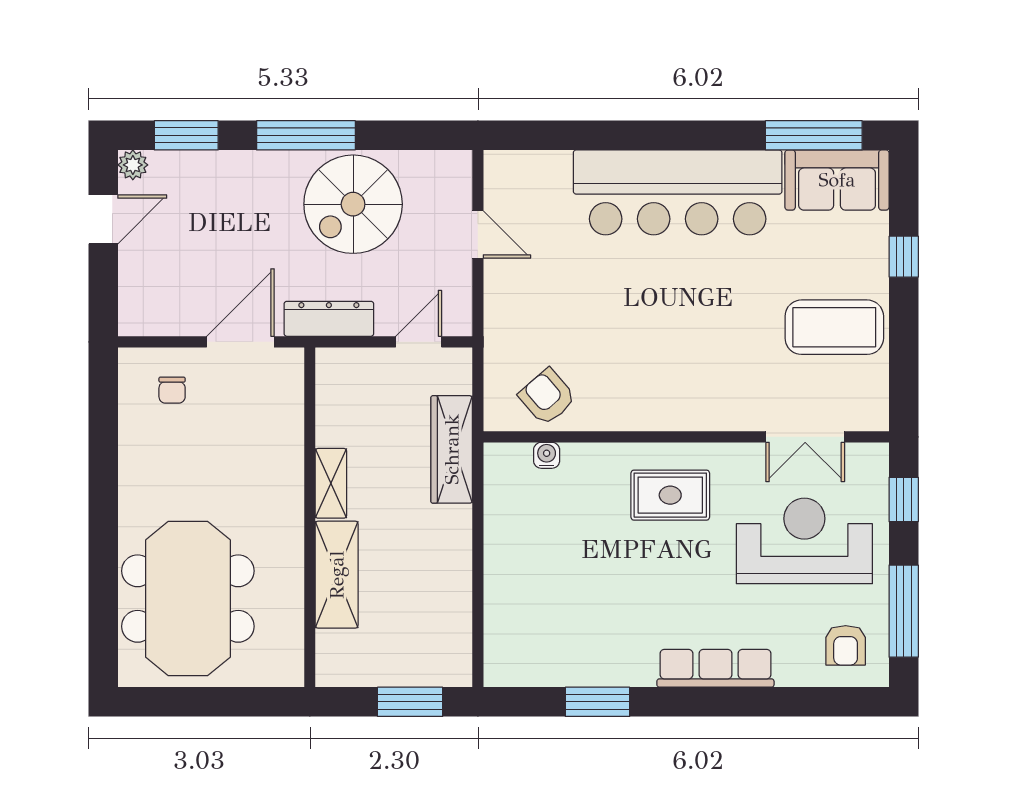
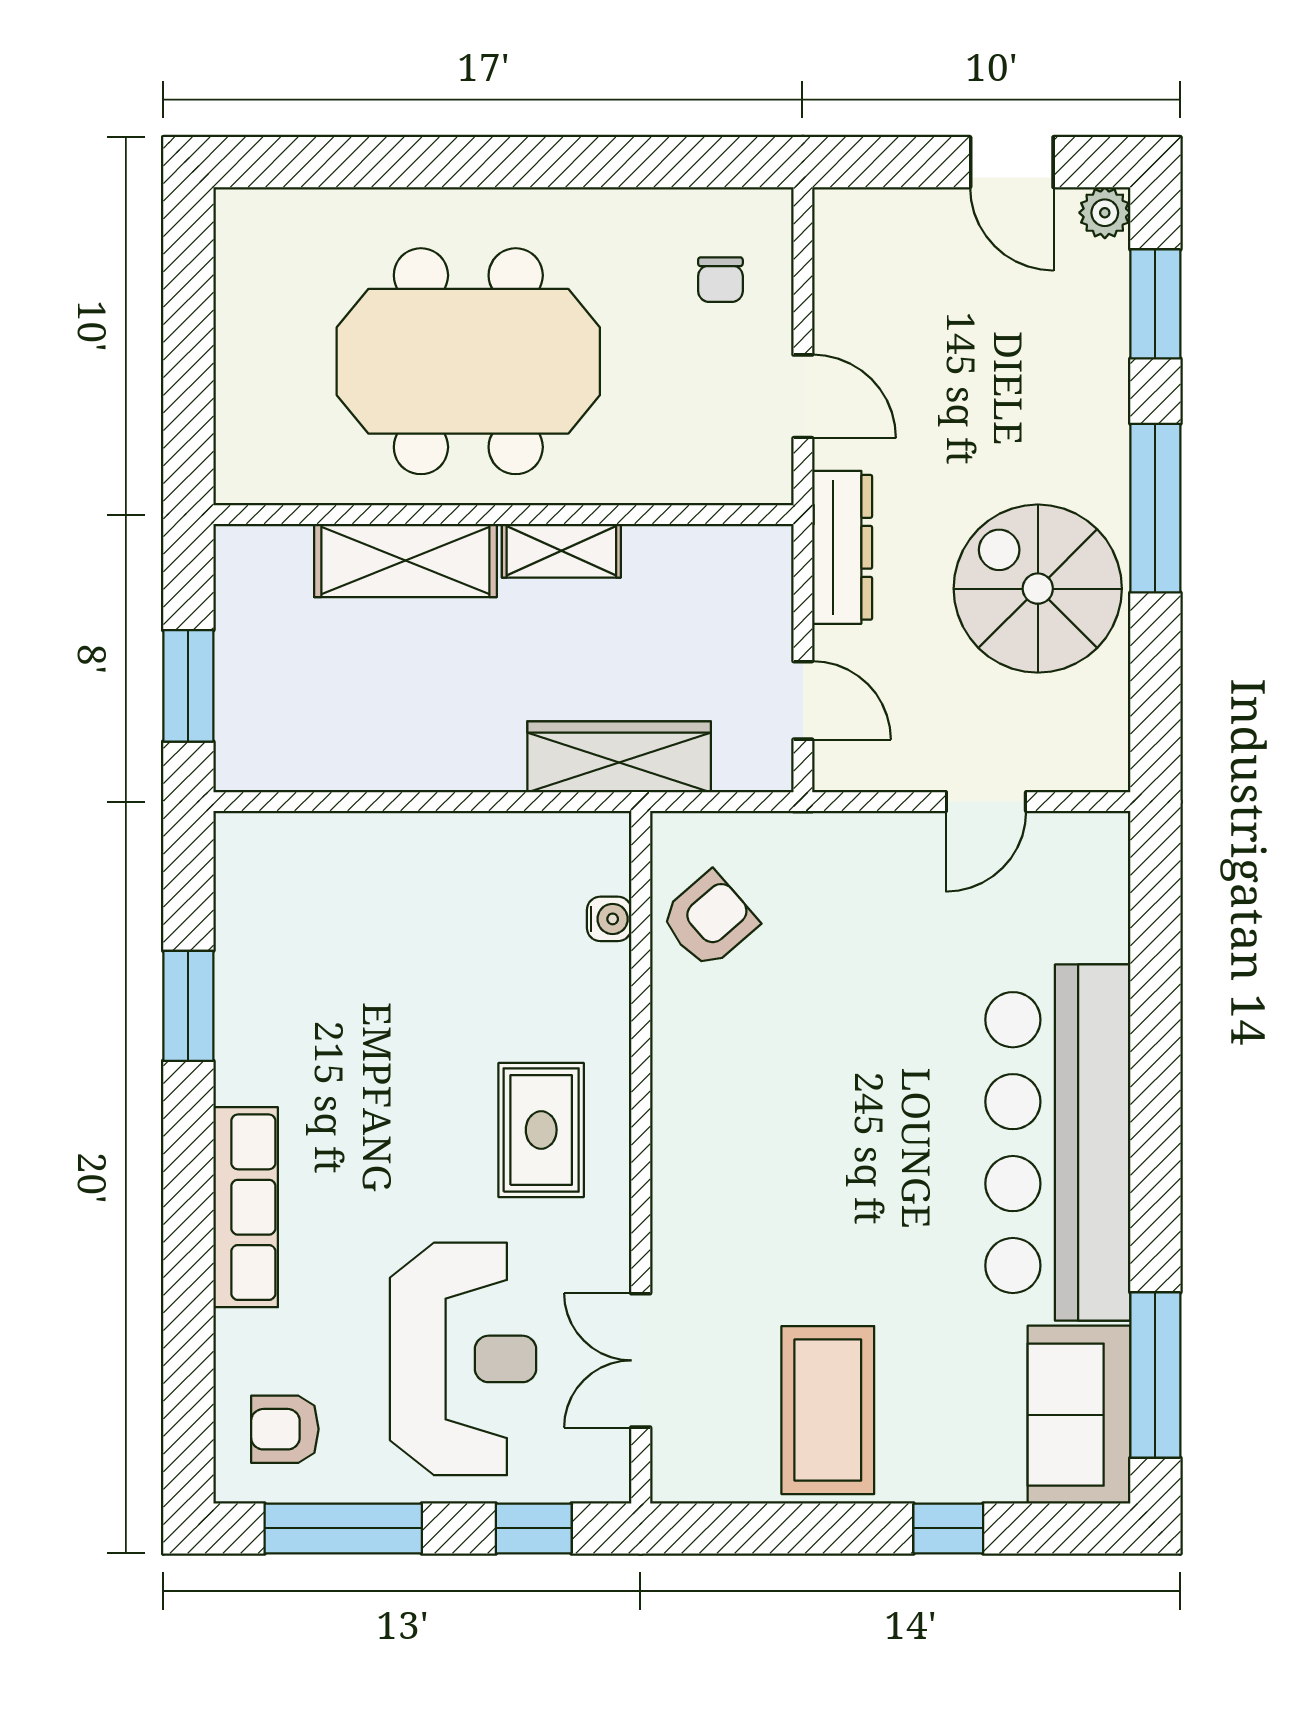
door: (240, 342) -> (803, 396), width x0.73
chair: (172, 390) -> (720, 280), turned -90
meeting table: (188, 599) -> (468, 361), moved

